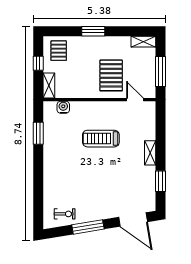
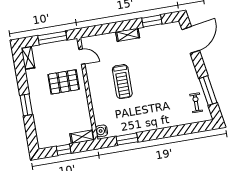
pallet: (59, 51) -> (49, 133), removed
door: (135, 100) -> (82, 57), swing flipped
water cooler: (63, 107) -> (101, 131), moved
window: (88, 227) -> (208, 91), moved

